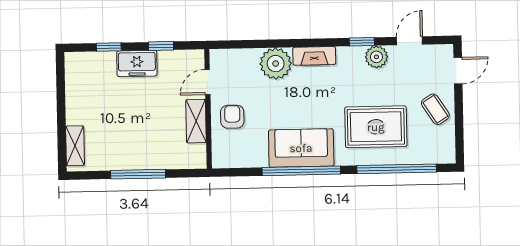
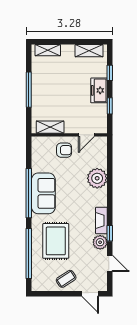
fireplace: (314, 56) -> (101, 221), moved
shelving: (75, 81) -> (89, 51), added
door: (207, 82) -> (86, 135), swing flipped
shelving: (196, 121) -> (50, 127), moved

